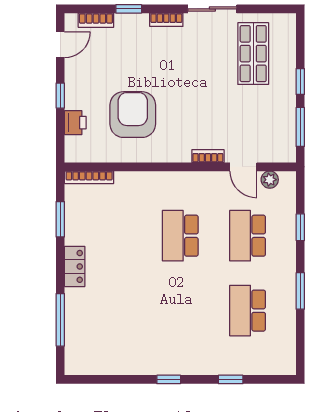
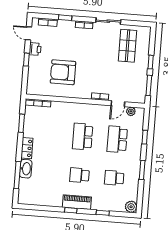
door: (60, 45) -> (28, 33), swing flipped
armchair: (133, 115) -> (63, 72), turned -90
printer: (75, 123) -> (35, 49), moved
door: (243, 167) -> (118, 104), hinge flipped
washbasin: (75, 306) -> (26, 169), added
school desk: (180, 311) -> (80, 175), added
school desk: (248, 311) -> (114, 178), width x0.54
piano: (179, 363) -> (77, 202), added
plant: (285, 364) -> (131, 207), added

